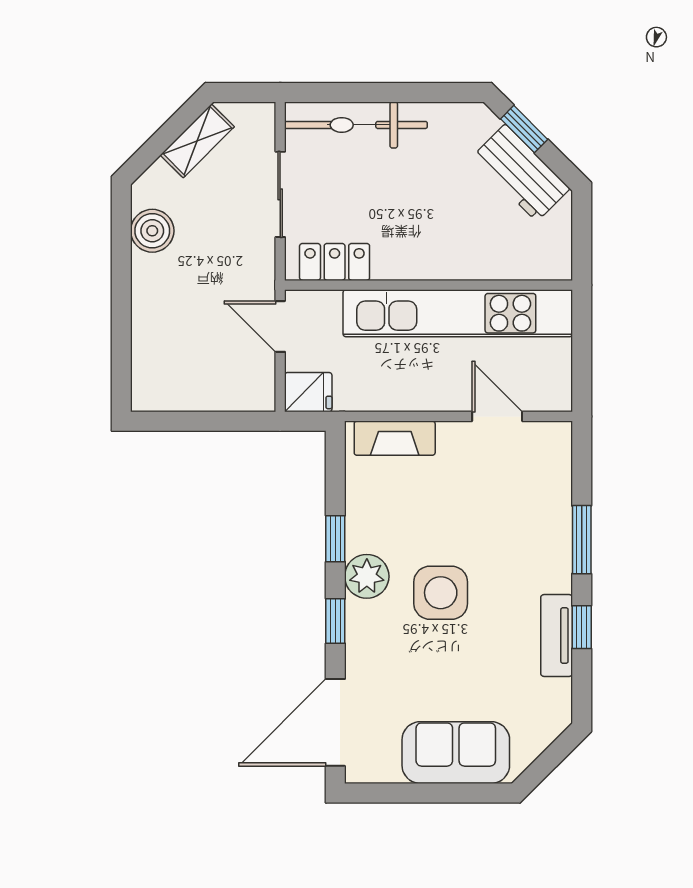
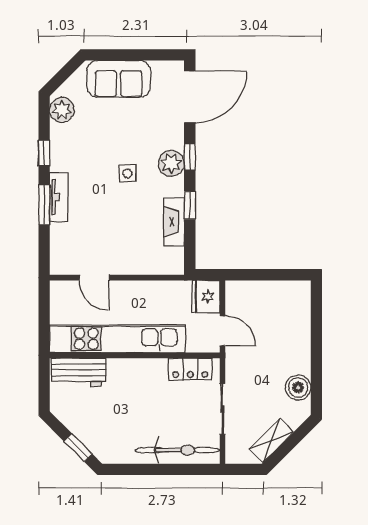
workbench: (521, 173) -> (79, 372), moved, turned 135
fridge: (308, 392) -> (206, 297), width x1.38
fireplace: (395, 438) -> (174, 222), moved, turned -90
plant: (367, 576) -> (171, 163), moved
side table: (441, 593) -> (127, 173), width x0.54, depth x0.54
tv unit: (557, 635) -> (59, 197), moved
plant: (552, 700) -> (62, 110), added

